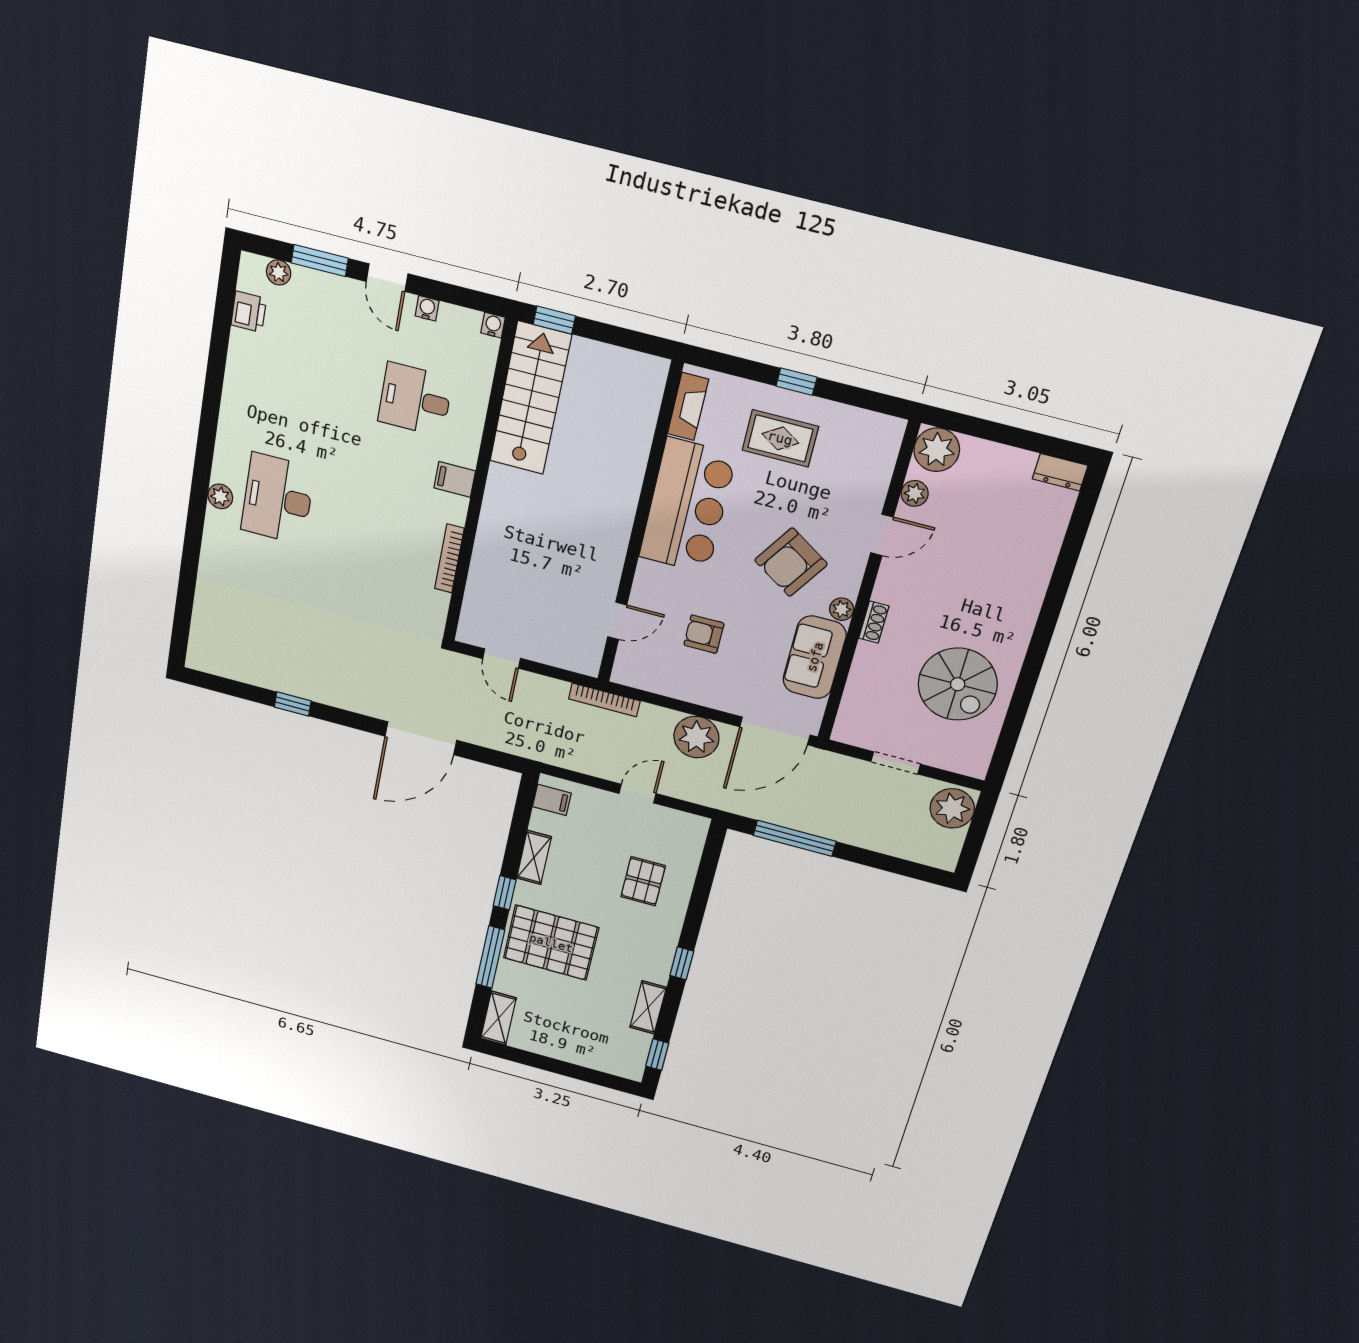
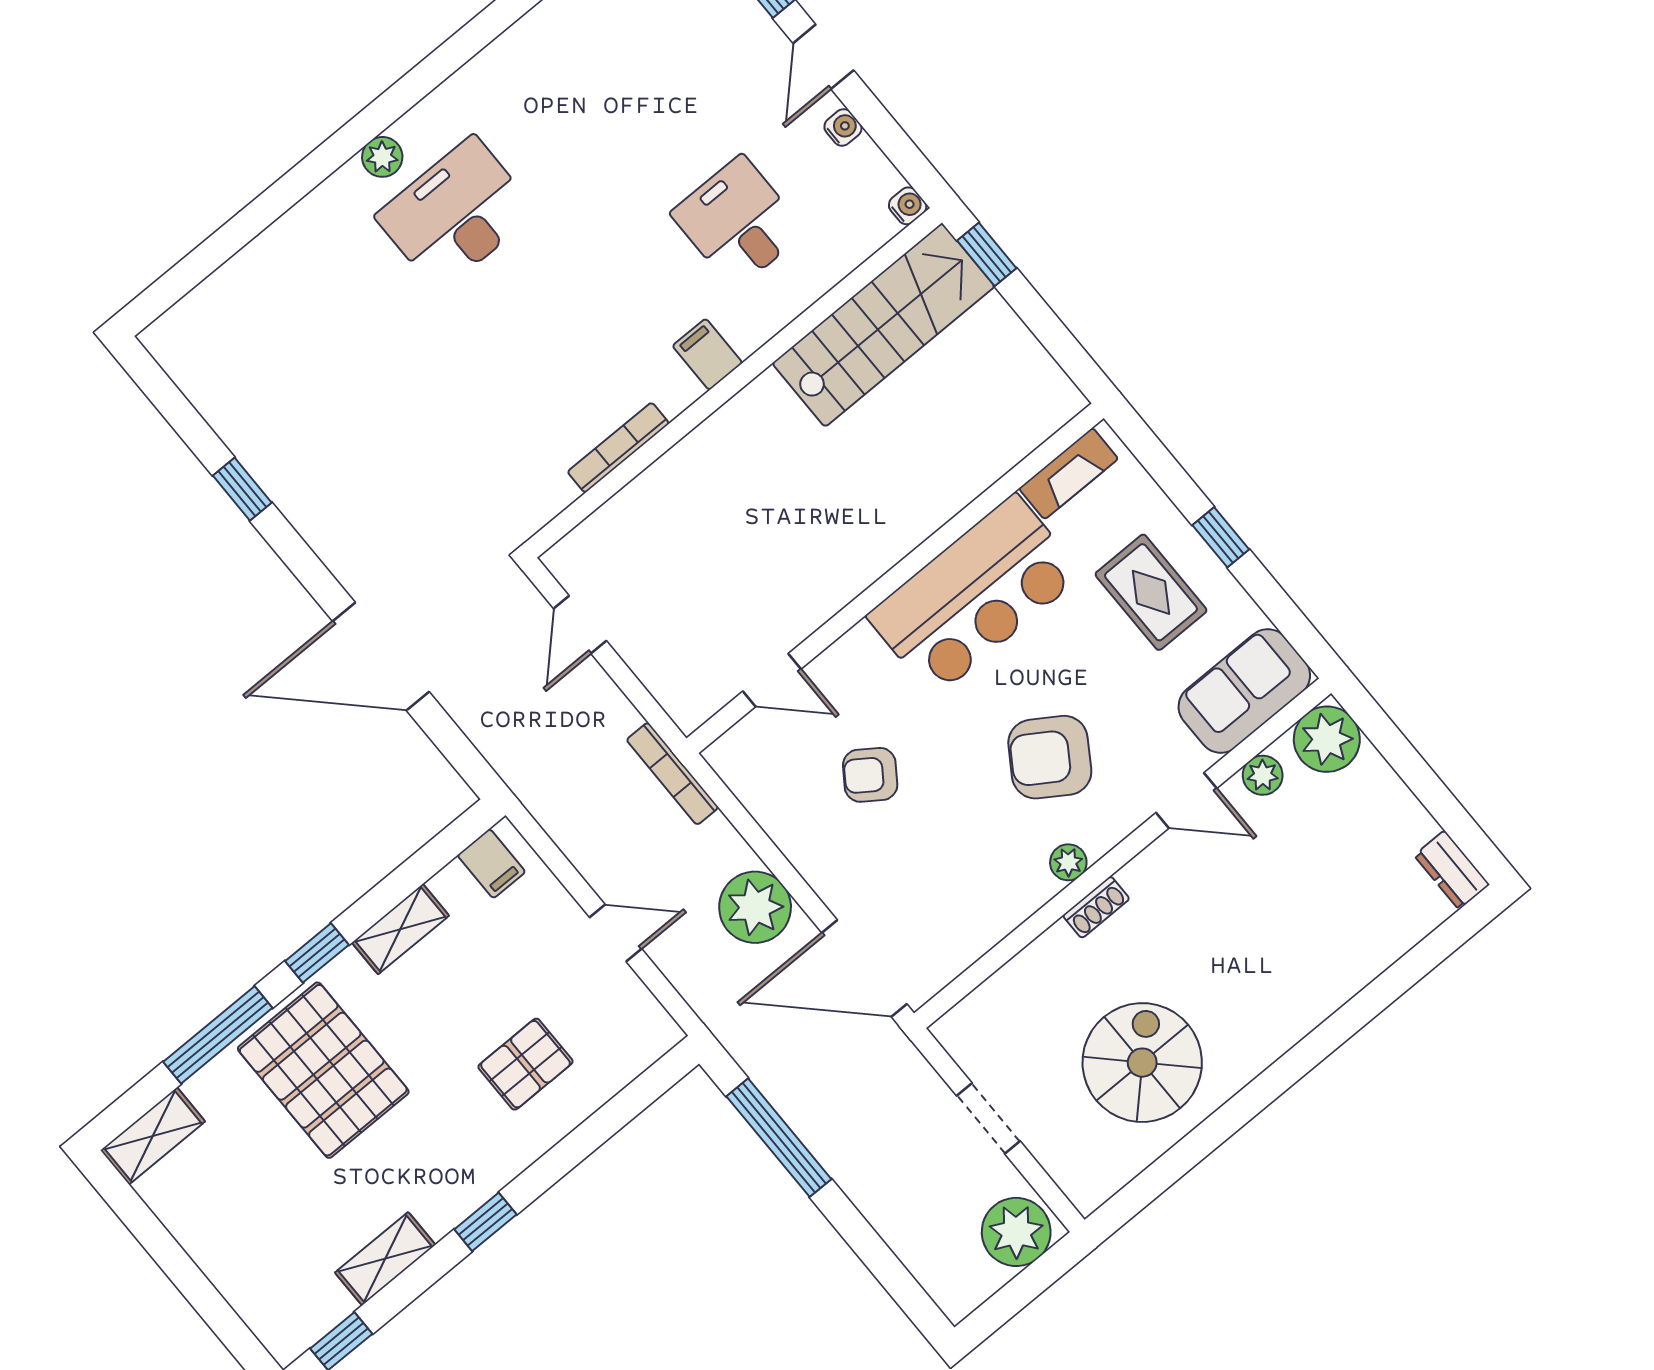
armchair: (704, 634) -> (870, 775), turned -55
sofa: (815, 657) -> (1244, 691), moved
spiral stairs: (958, 684) -> (1142, 1063), turned 180

